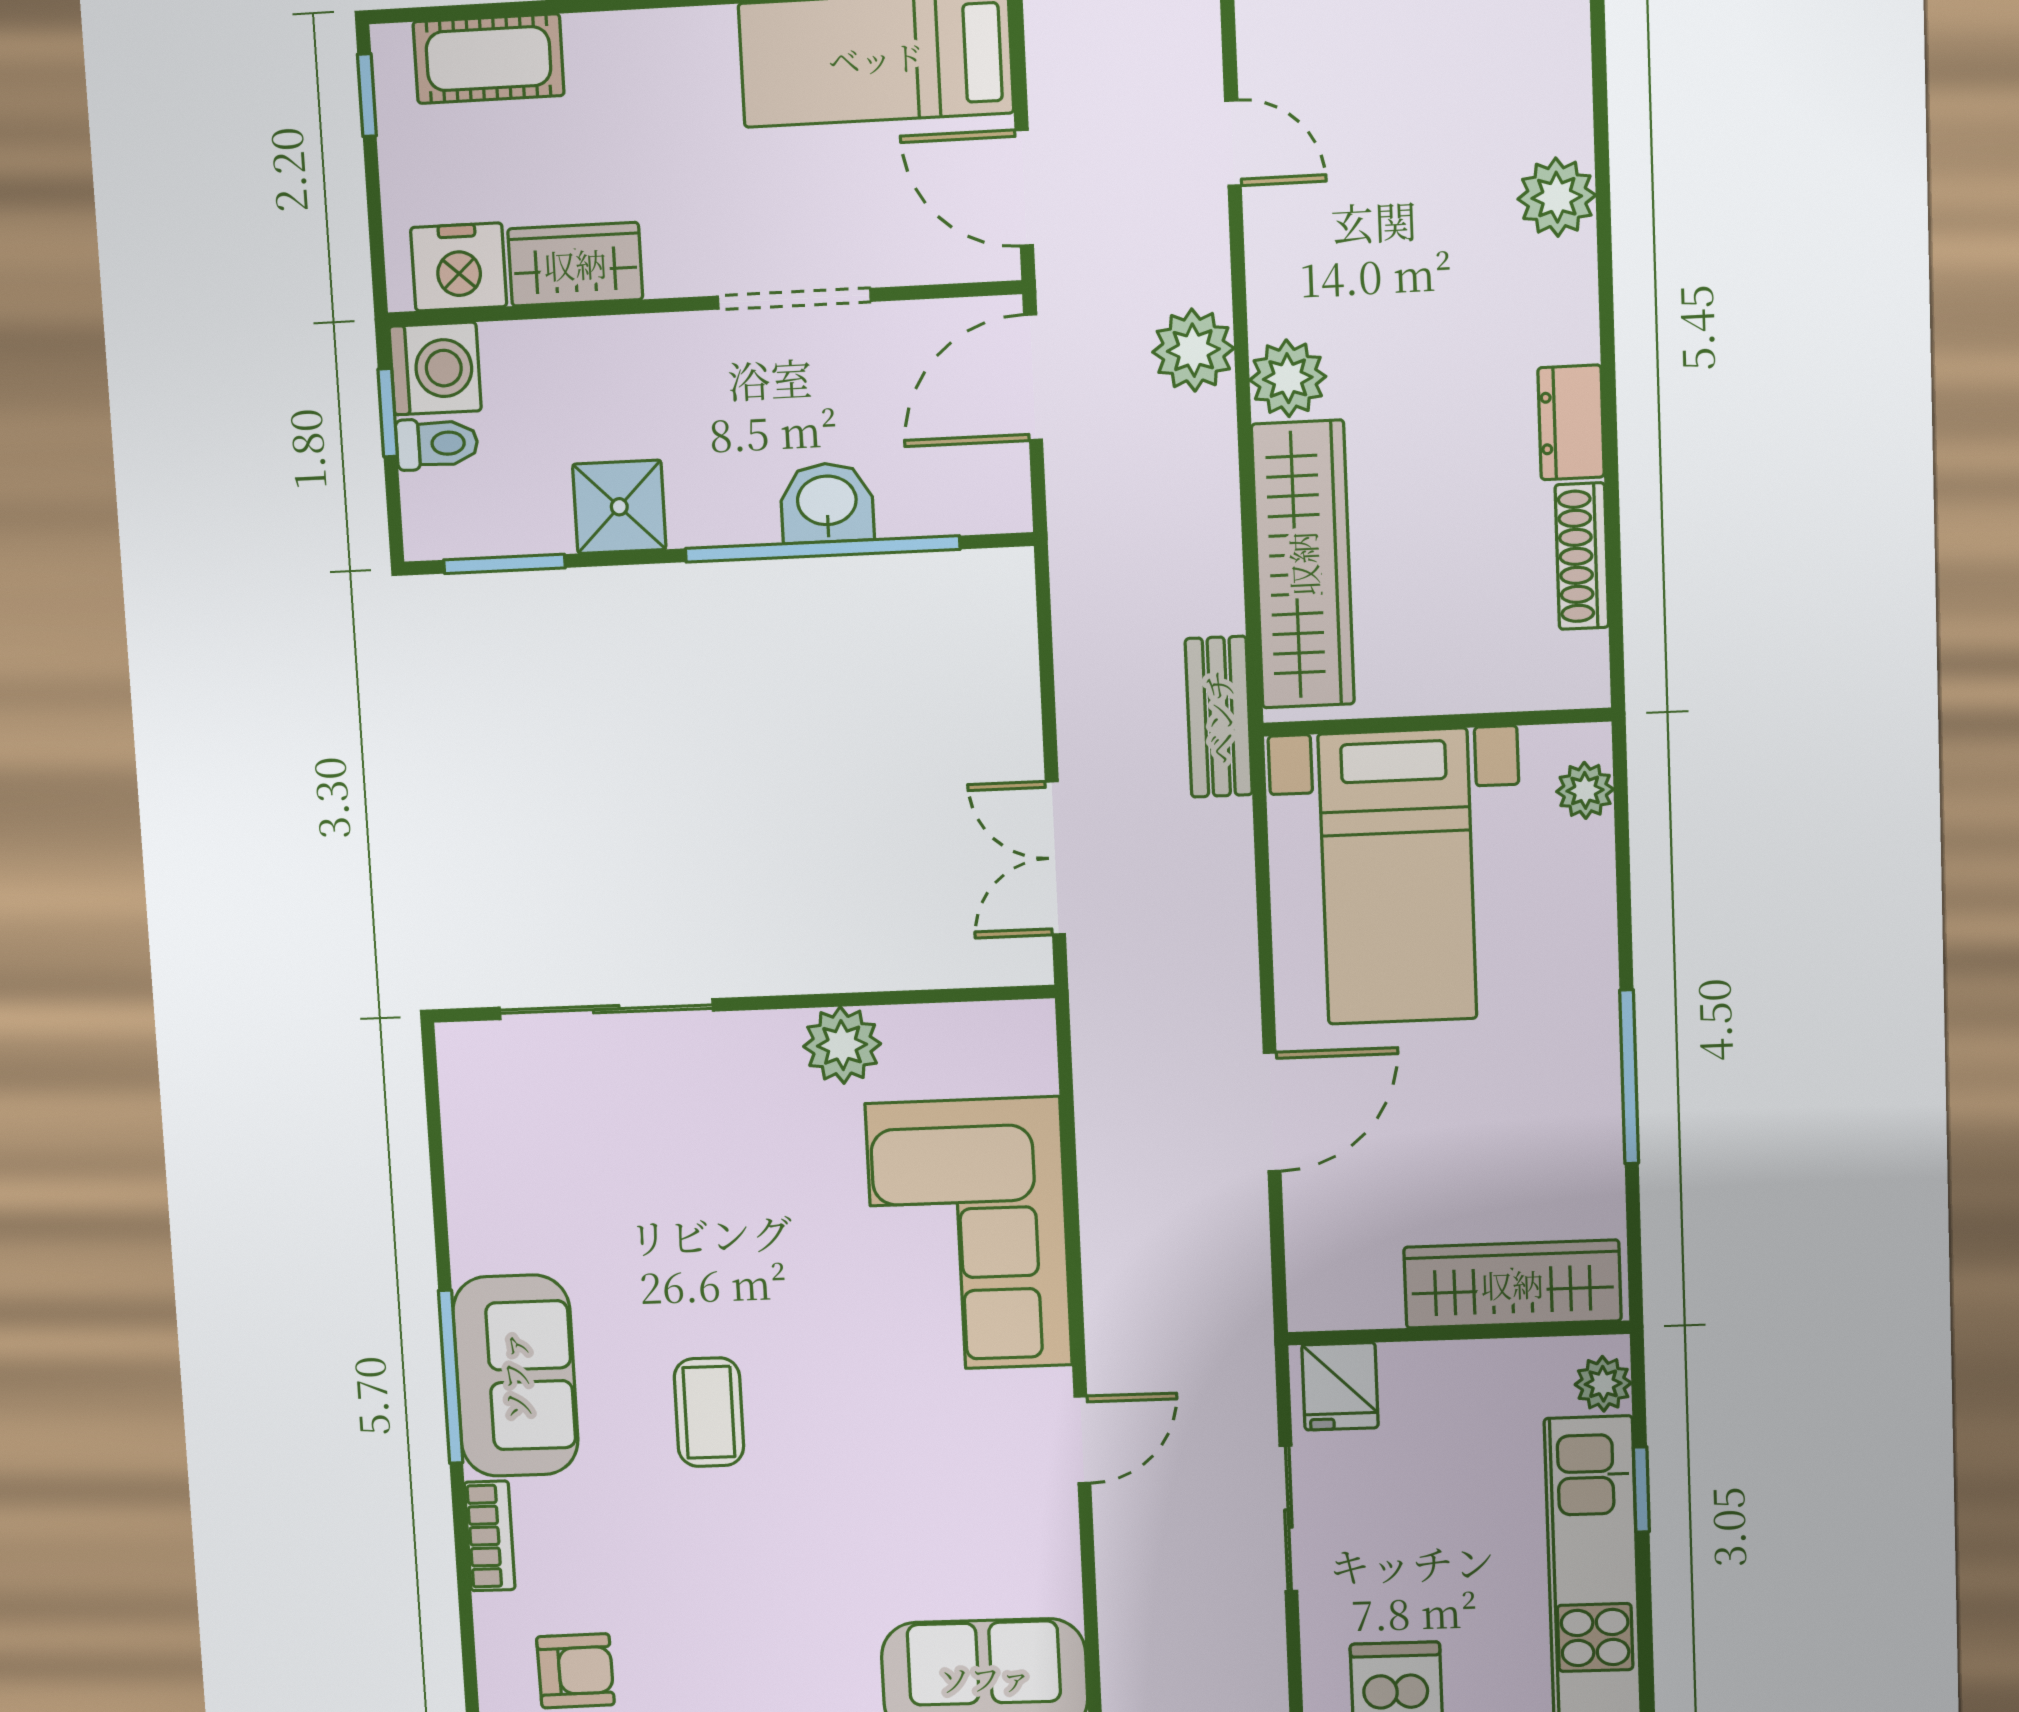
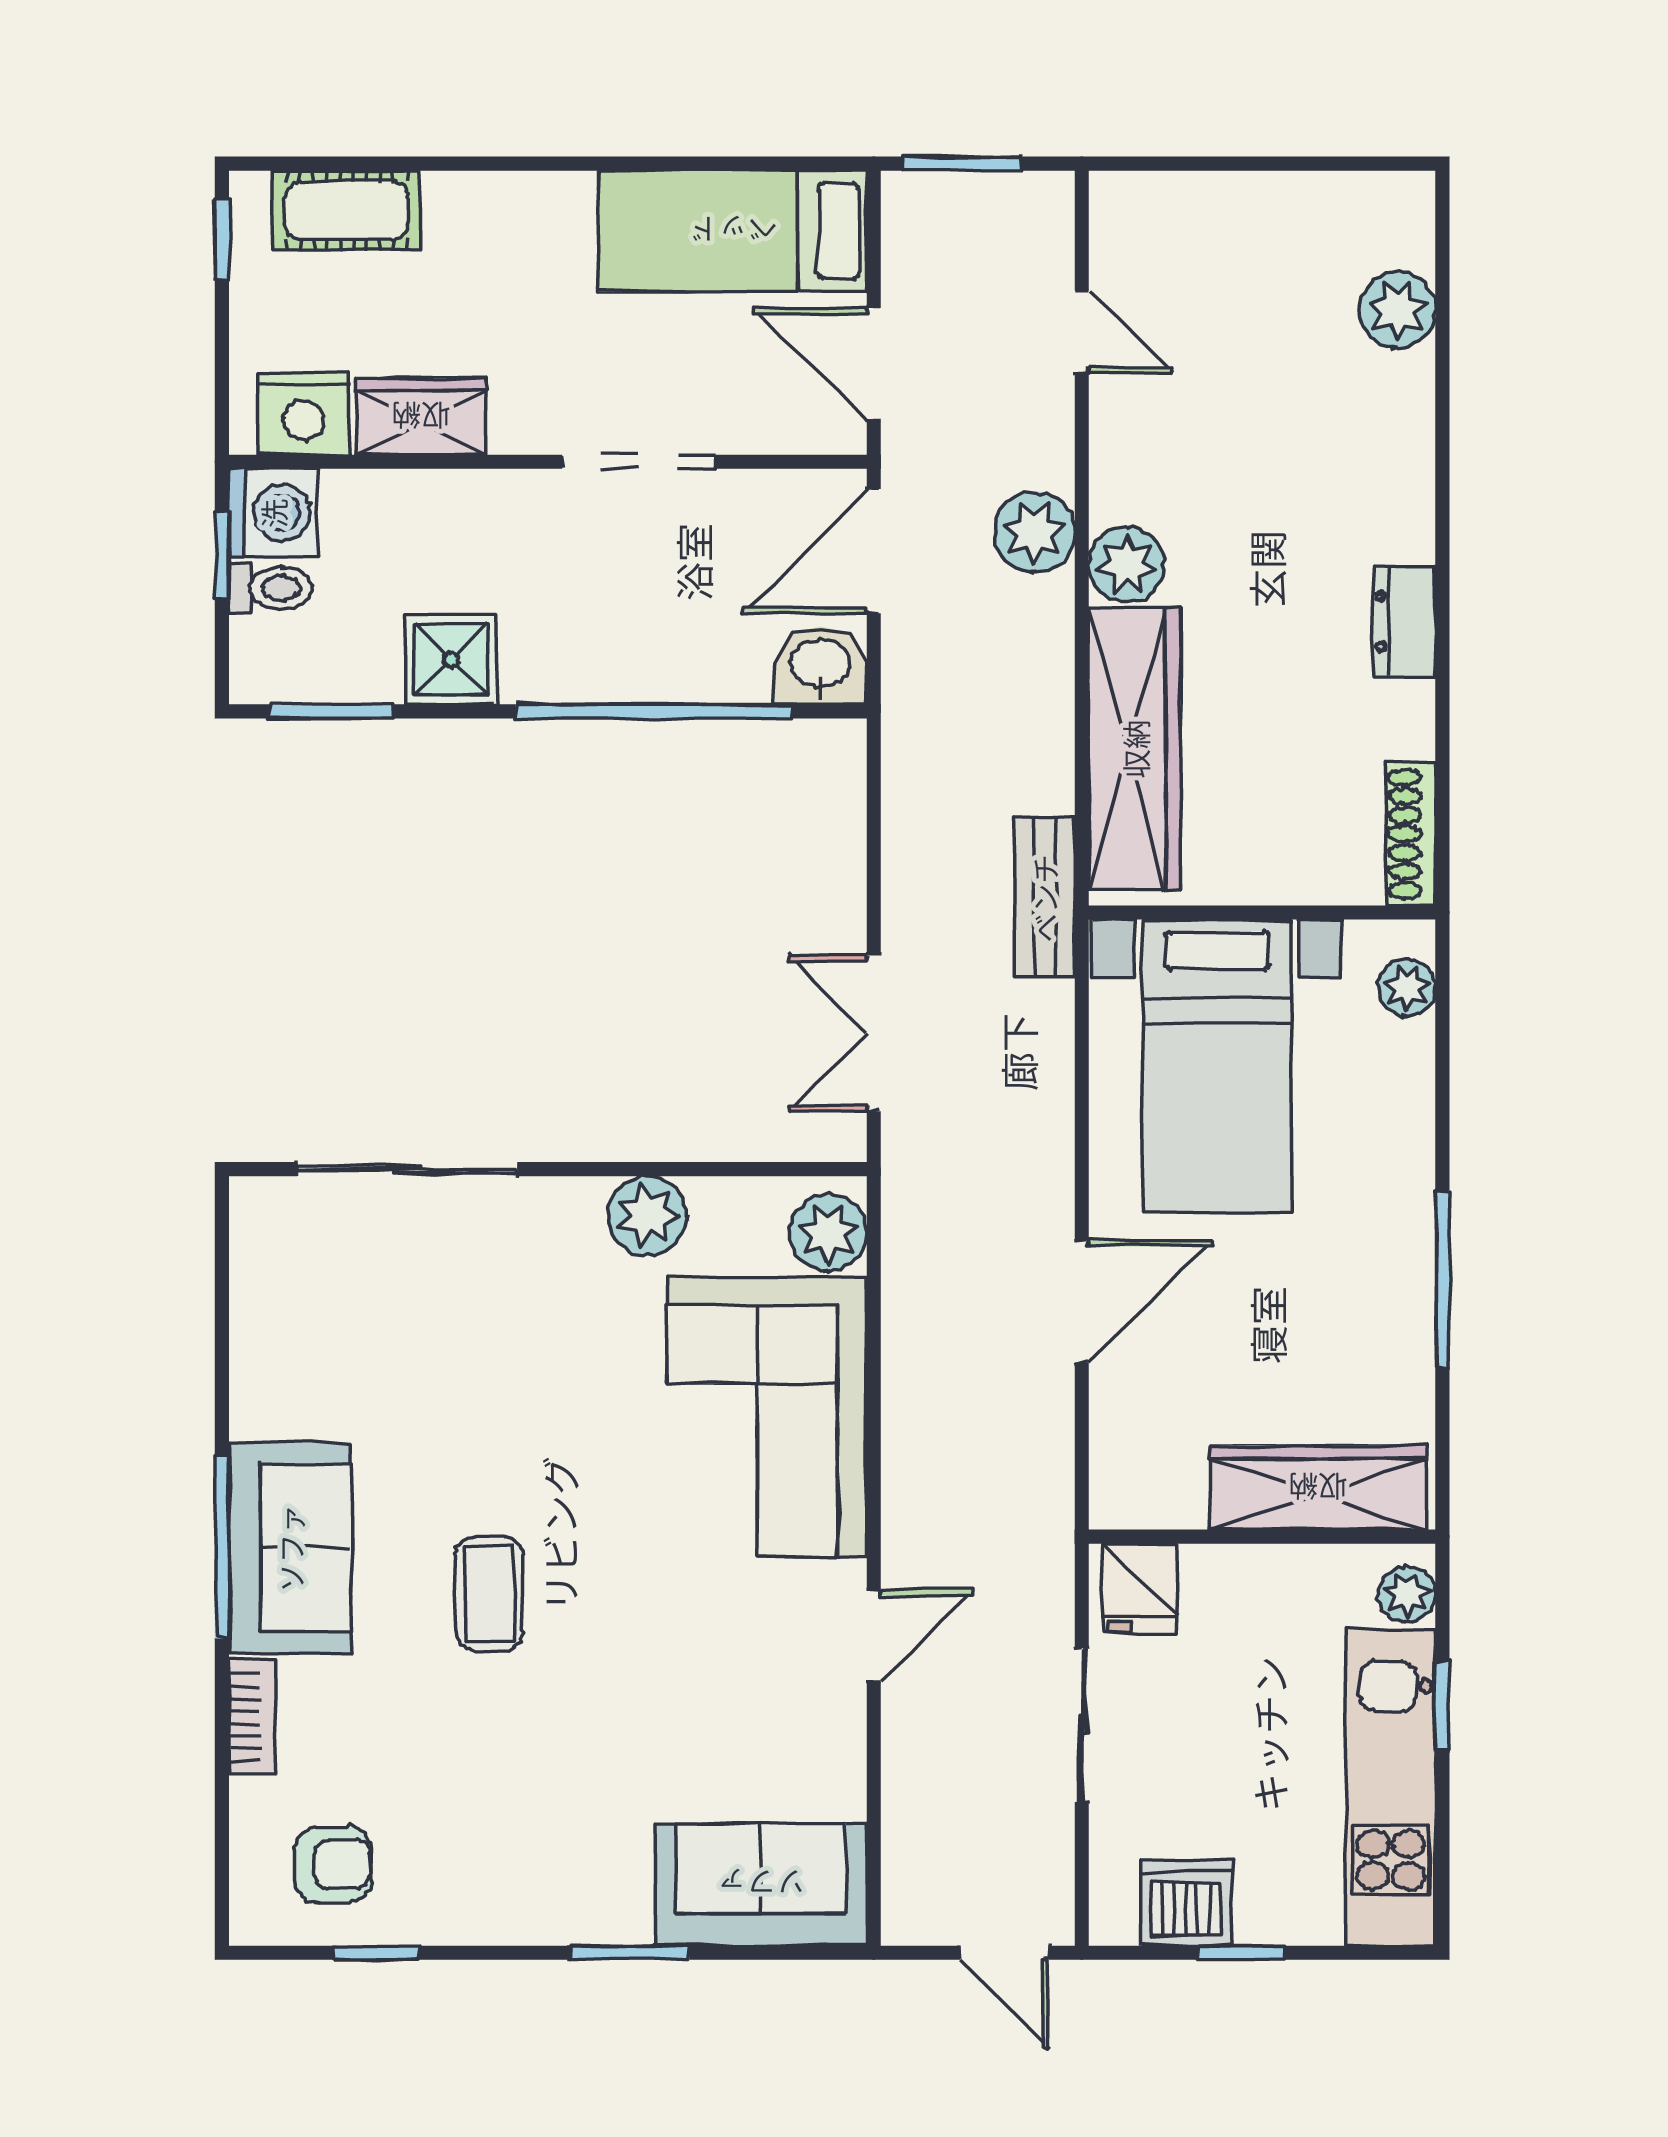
plant: (1557, 197) -> (1397, 310), moved
washbasin: (827, 503) -> (821, 665), moved
shoe rack: (1582, 556) -> (1411, 834), moved
plant: (1020, 1055) -> (828, 1233), added

